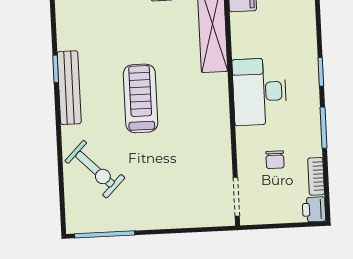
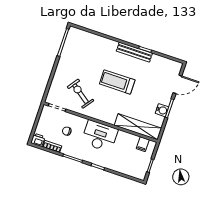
treadmill: (141, 98) -> (117, 82), turned 180
exercise bike: (95, 169) -> (80, 94), moved, turned 81

